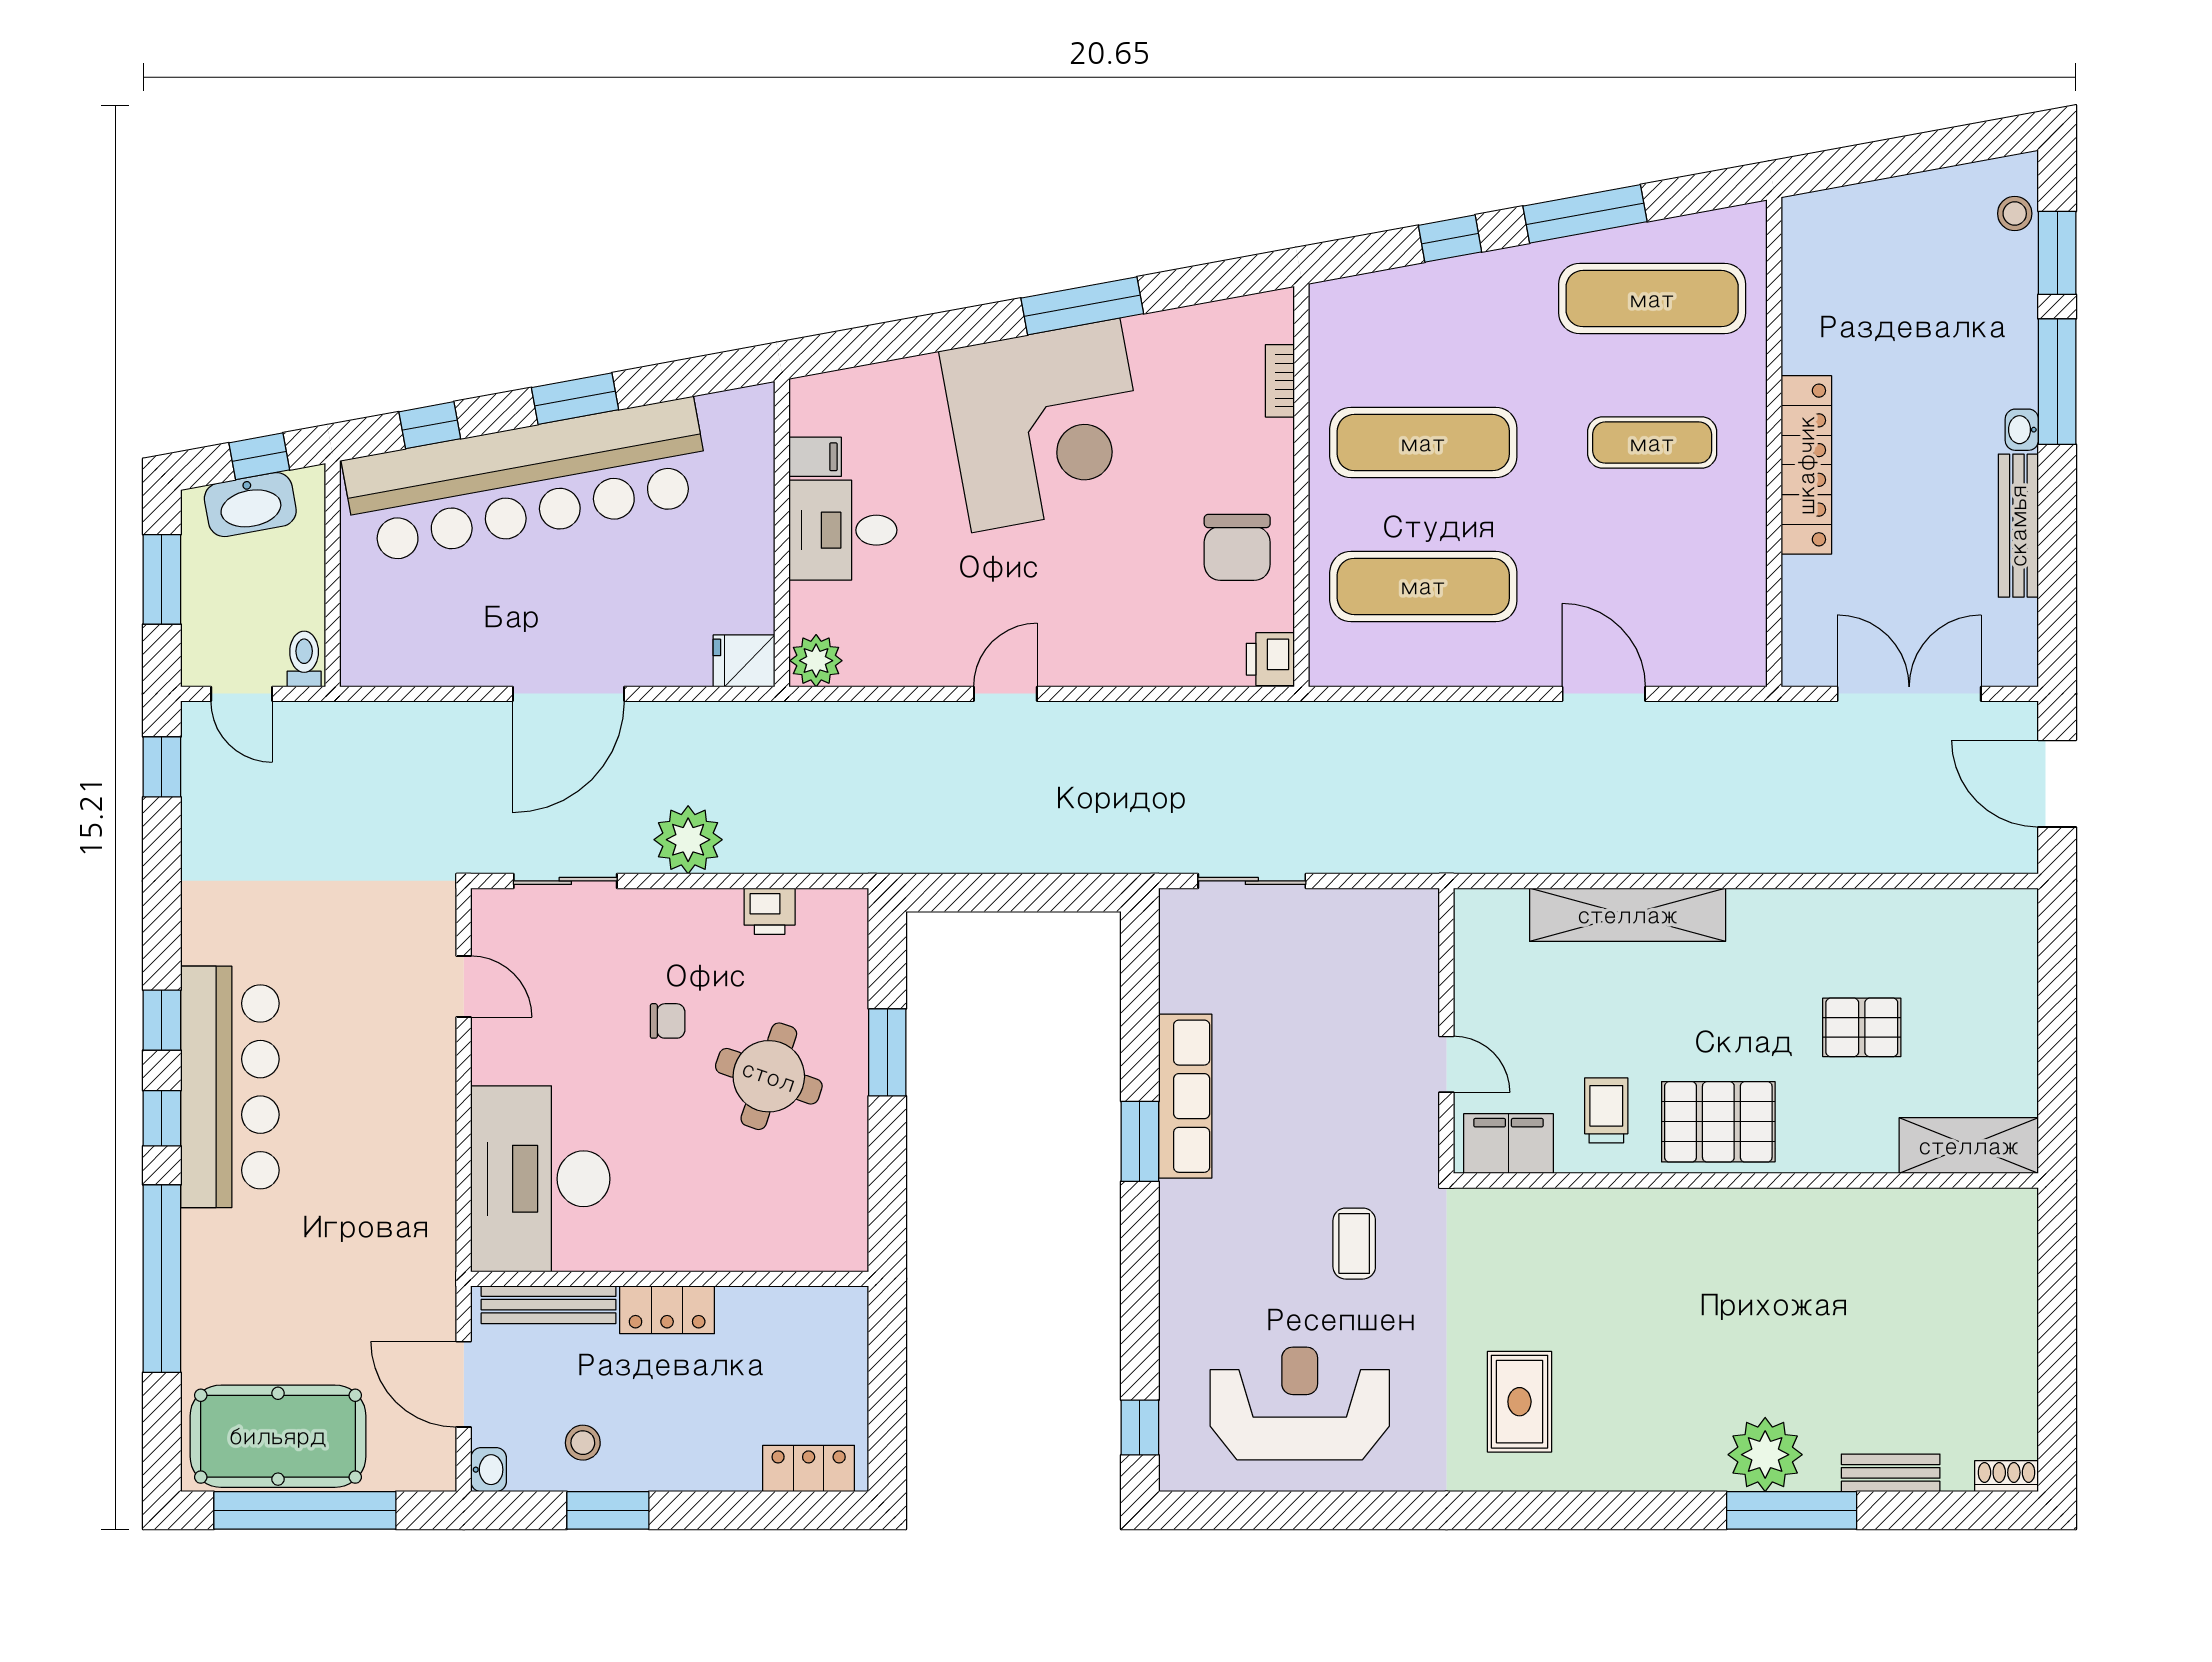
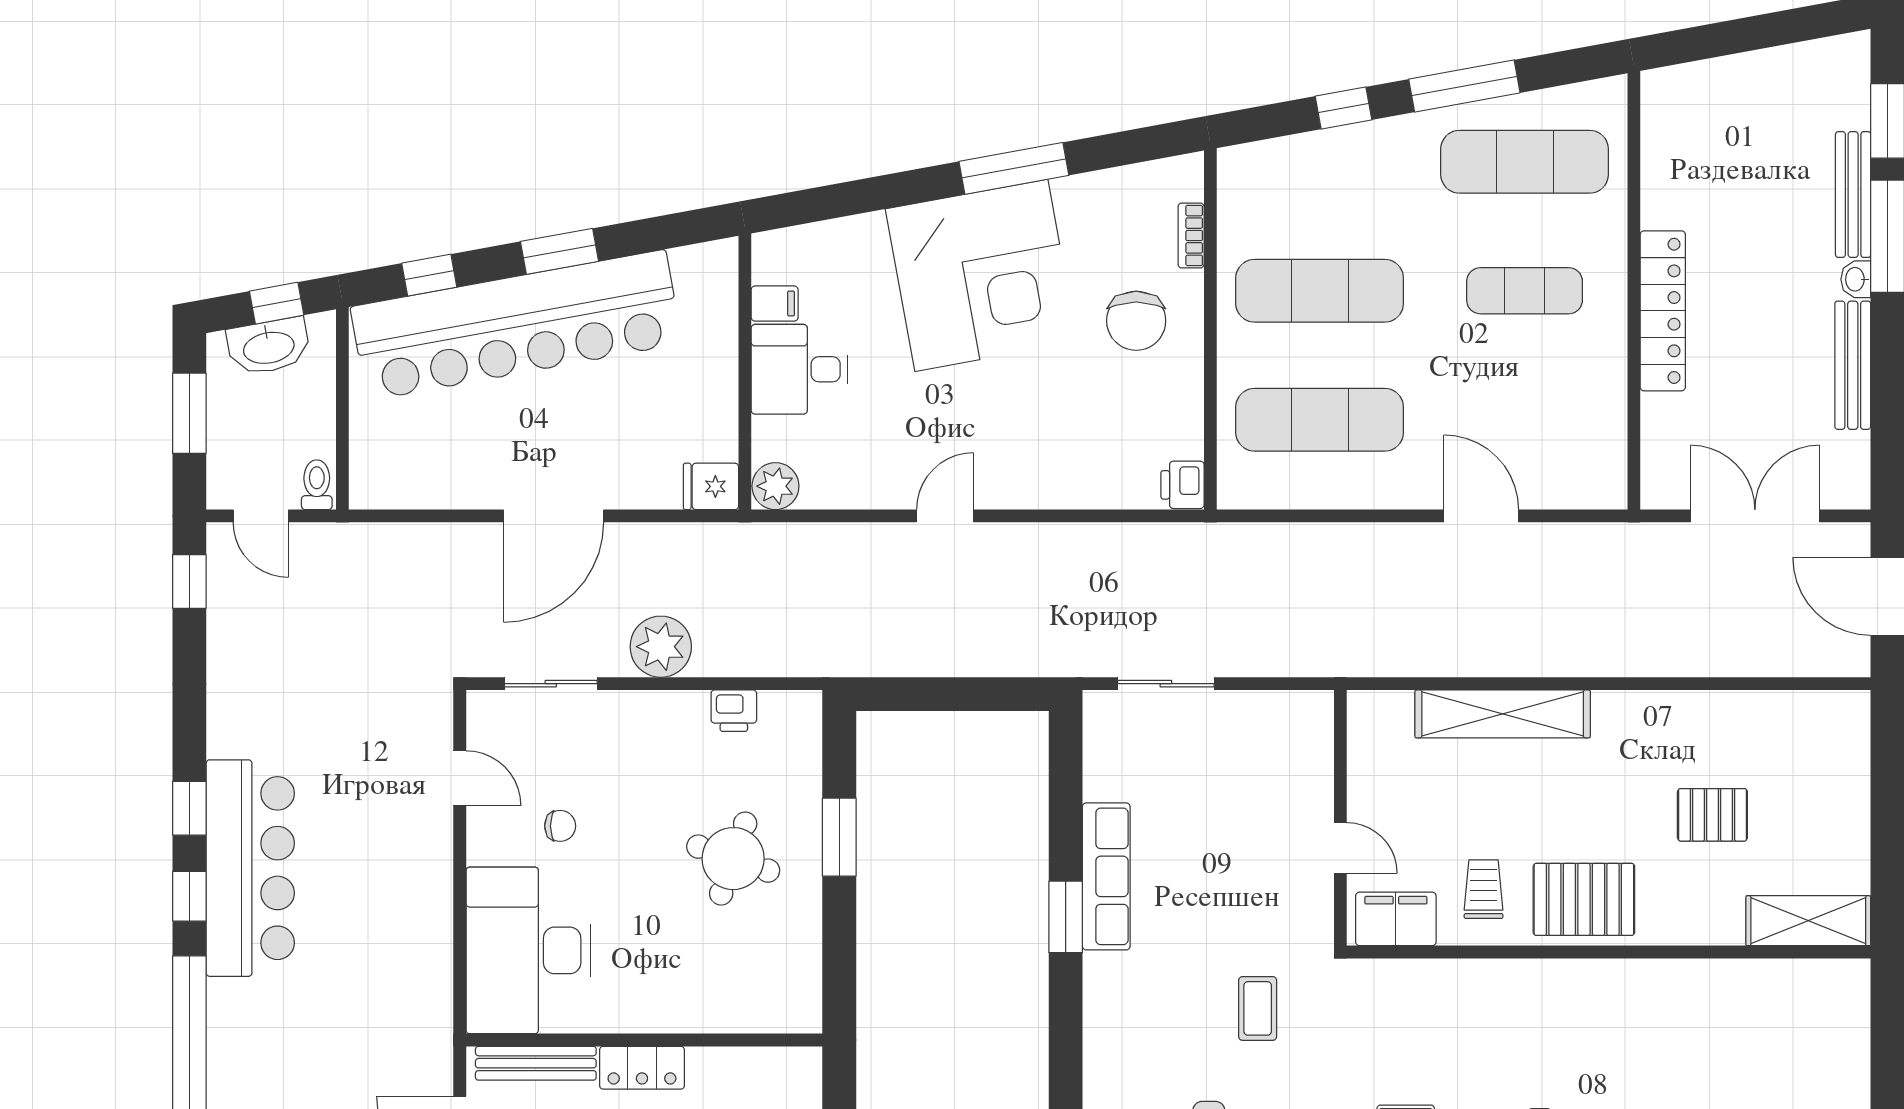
stool: (2015, 214) -> (1849, 86), removed
bench: (2019, 335) -> (1853, 195), added
chair: (1237, 547) -> (1136, 321), moved
chair: (668, 1021) -> (560, 826), moved

